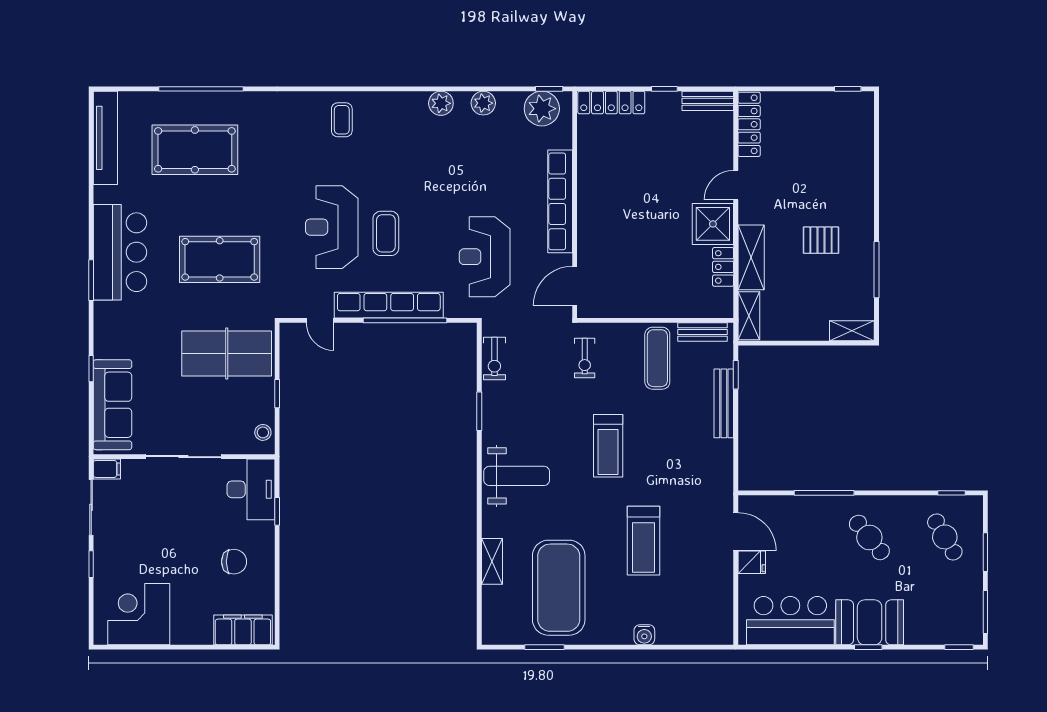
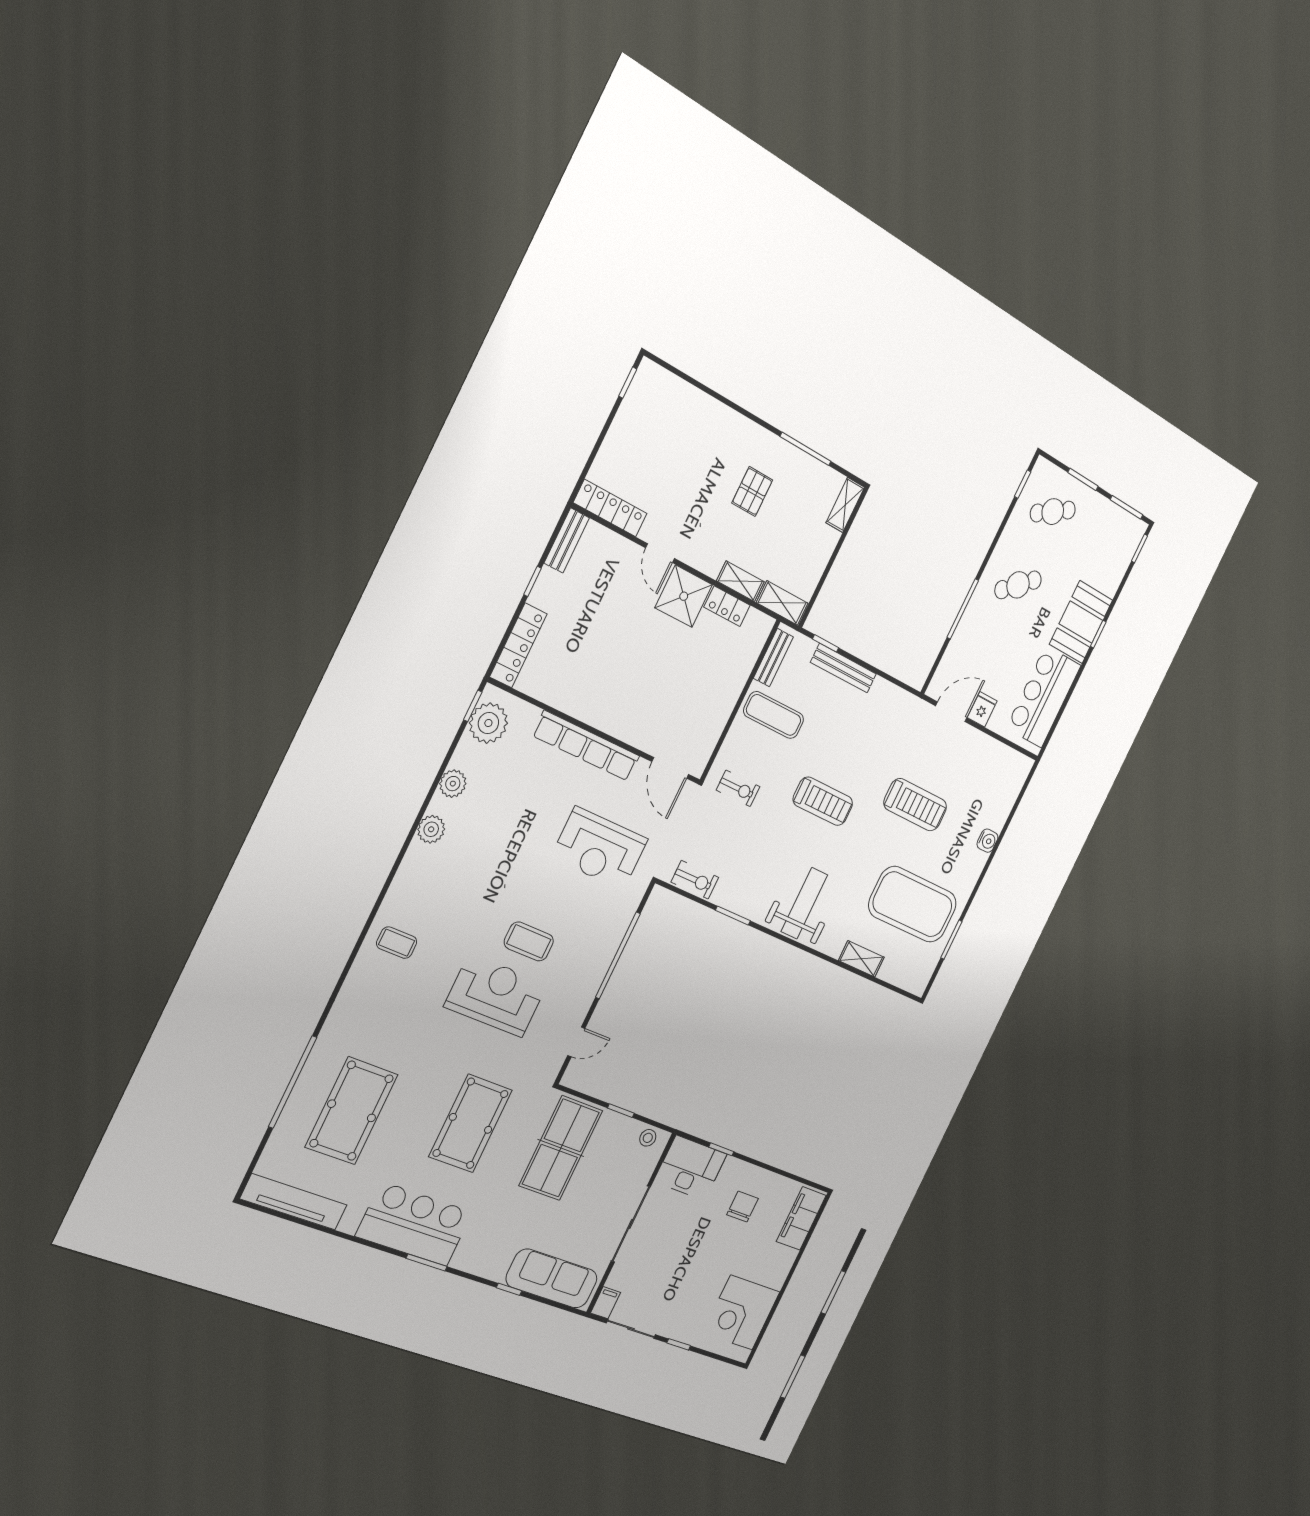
reception desk: (332, 227) -> (496, 995), turned 180
shelving: (751, 257) -> (740, 581), width x0.67, depth x0.75
row of seats: (389, 305) -> (596, 966), removed

